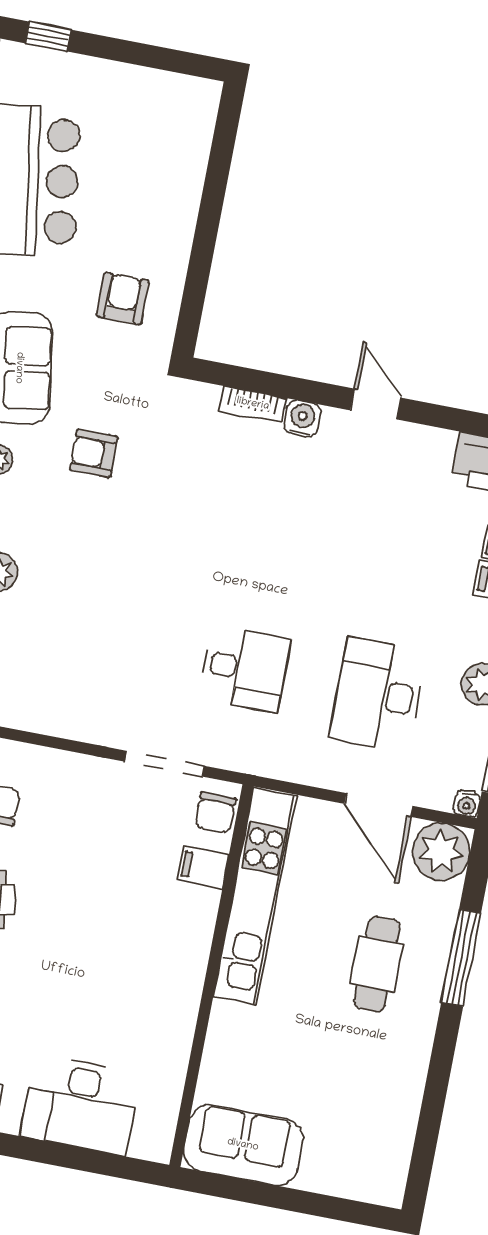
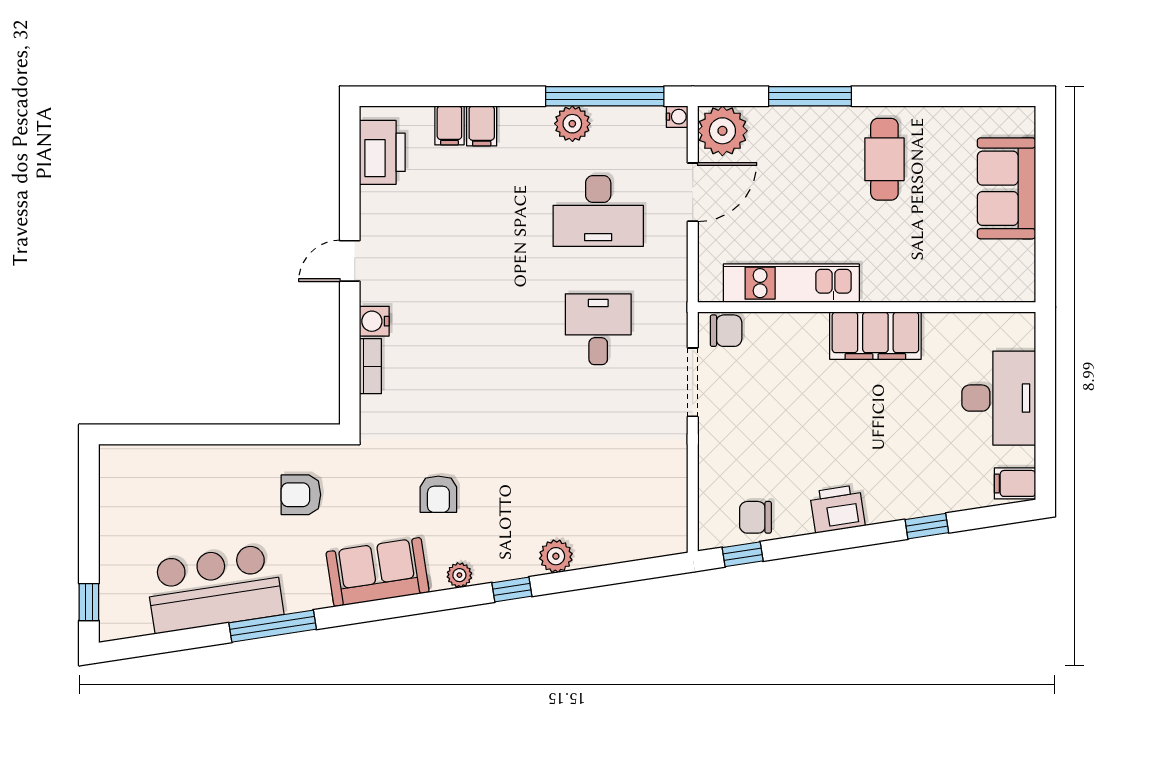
filing cabinet: (203, 867) -> (875, 336), moved, width x3.00, depth x1.17
kitchen unit: (255, 896) -> (791, 283), width x0.73
cafe table: (377, 964) -> (884, 159), moved, turned 90
sofa: (243, 1145) -> (1006, 188), moved

